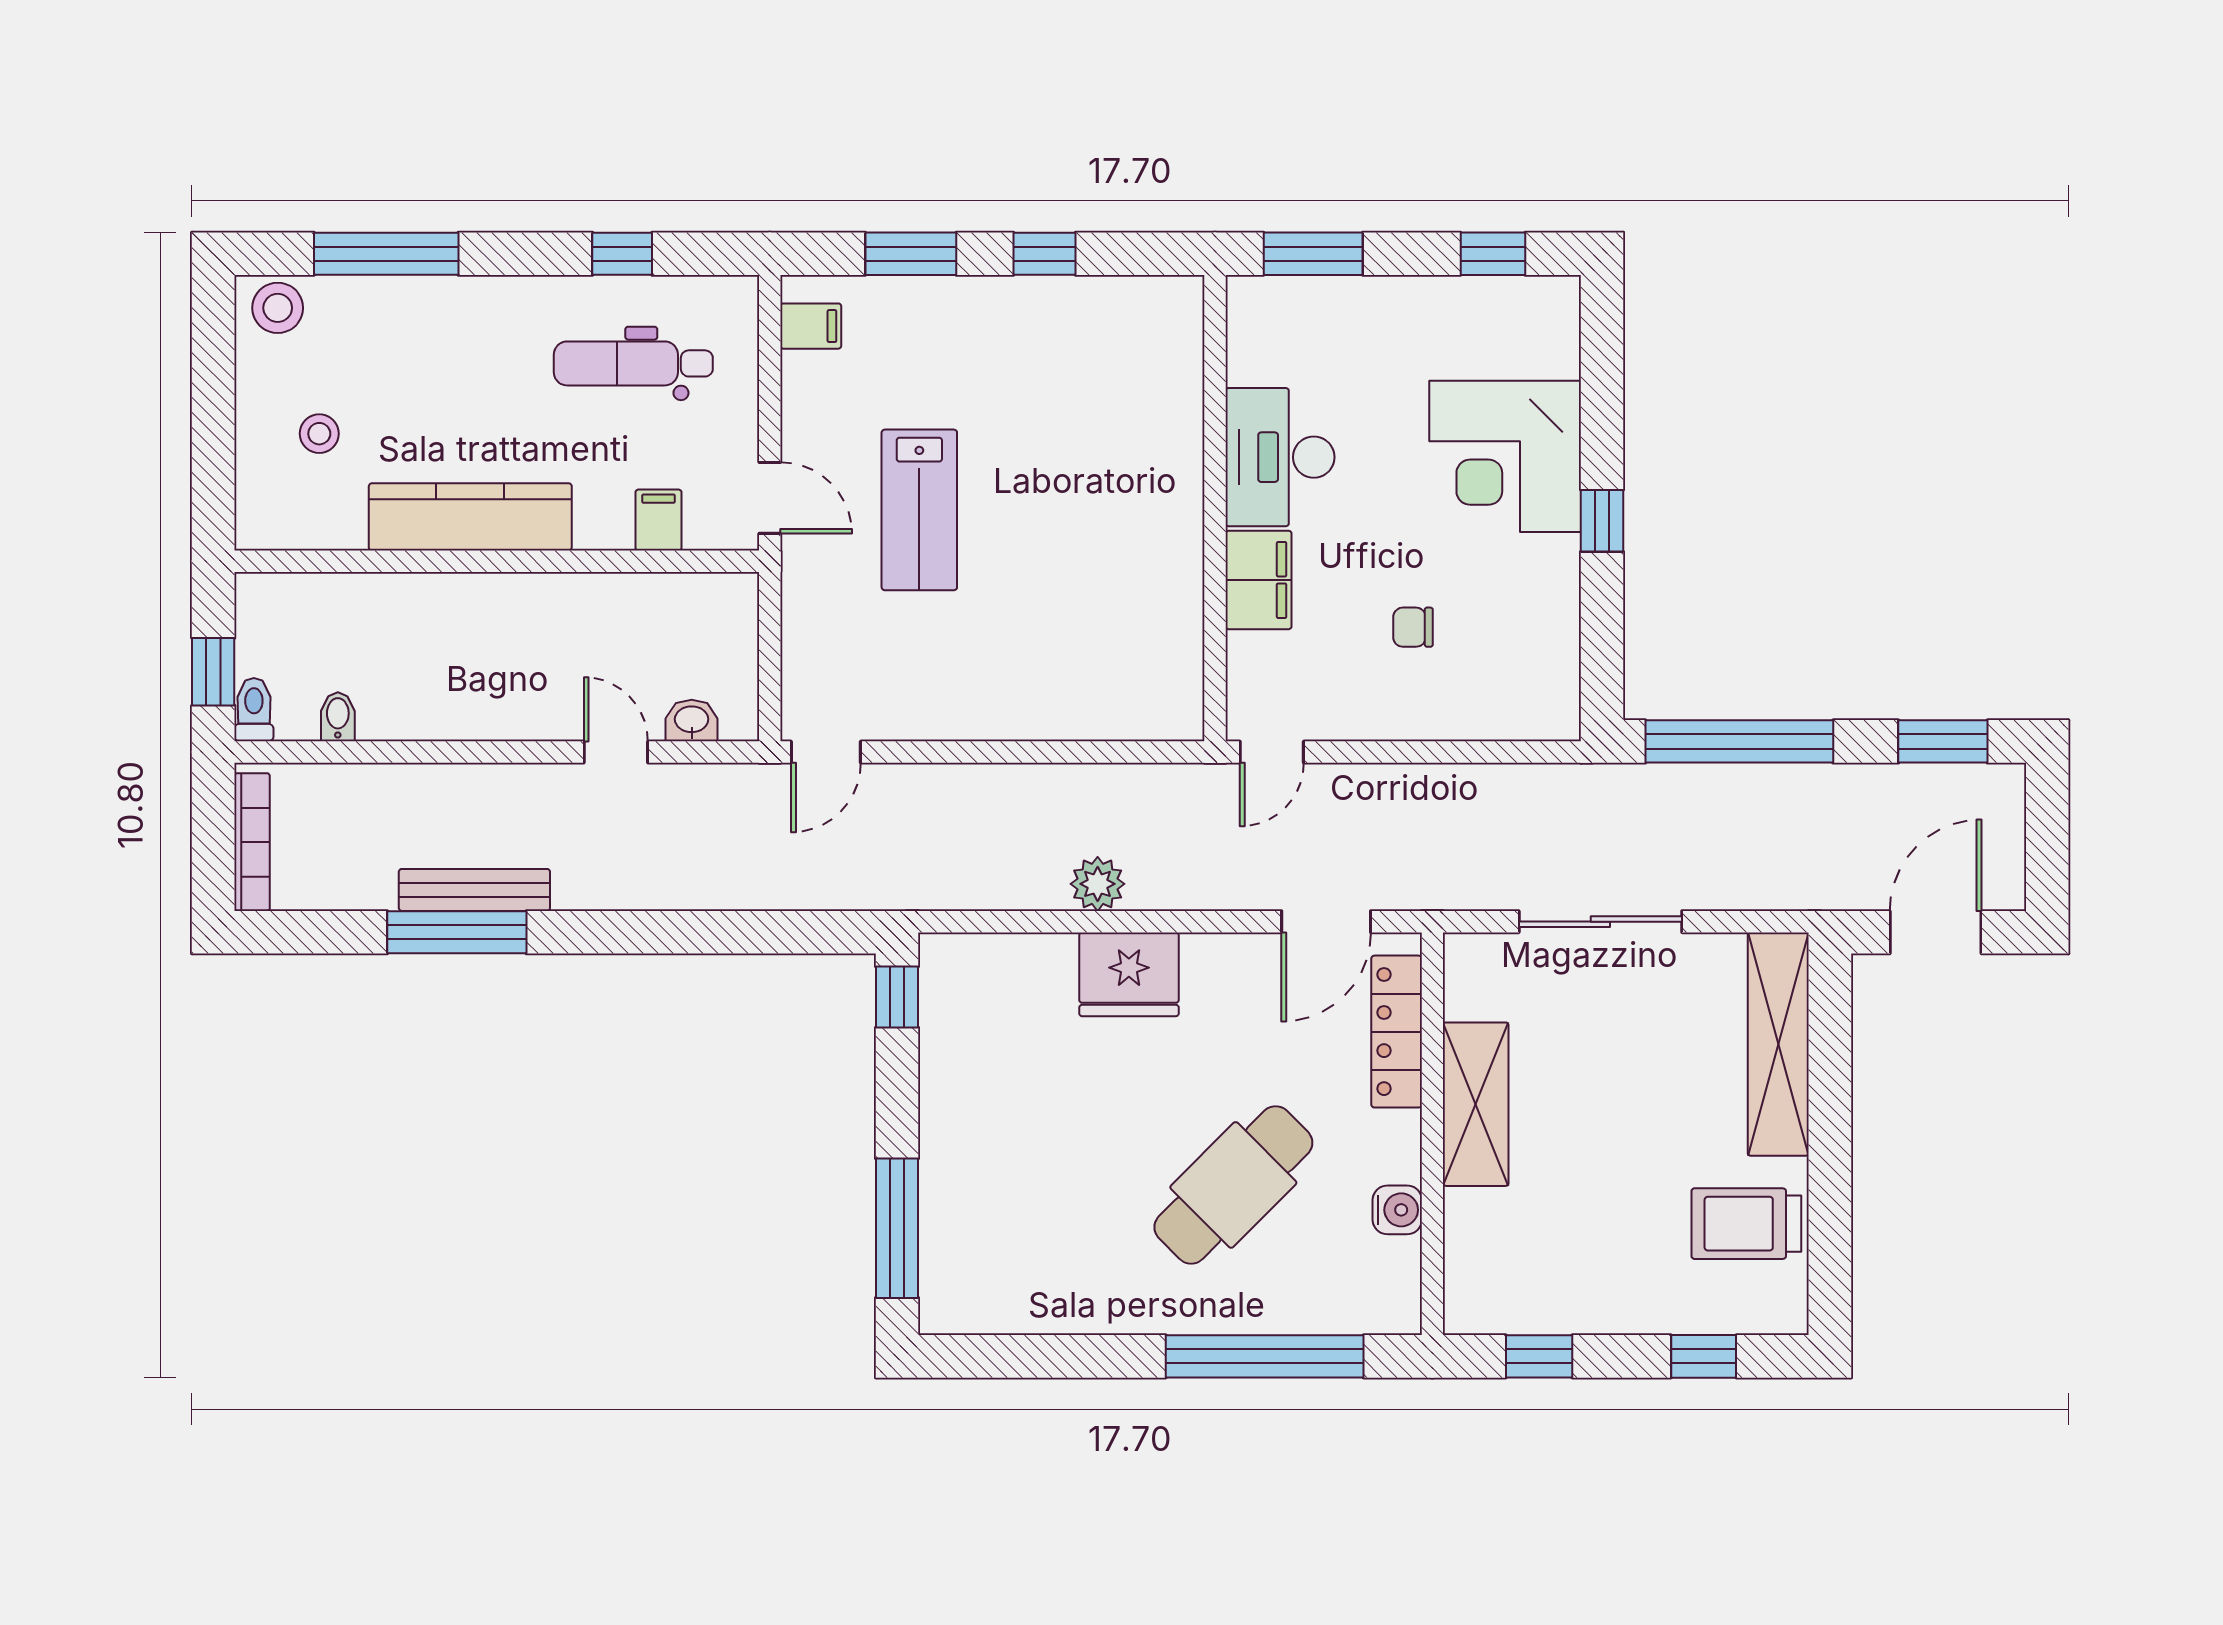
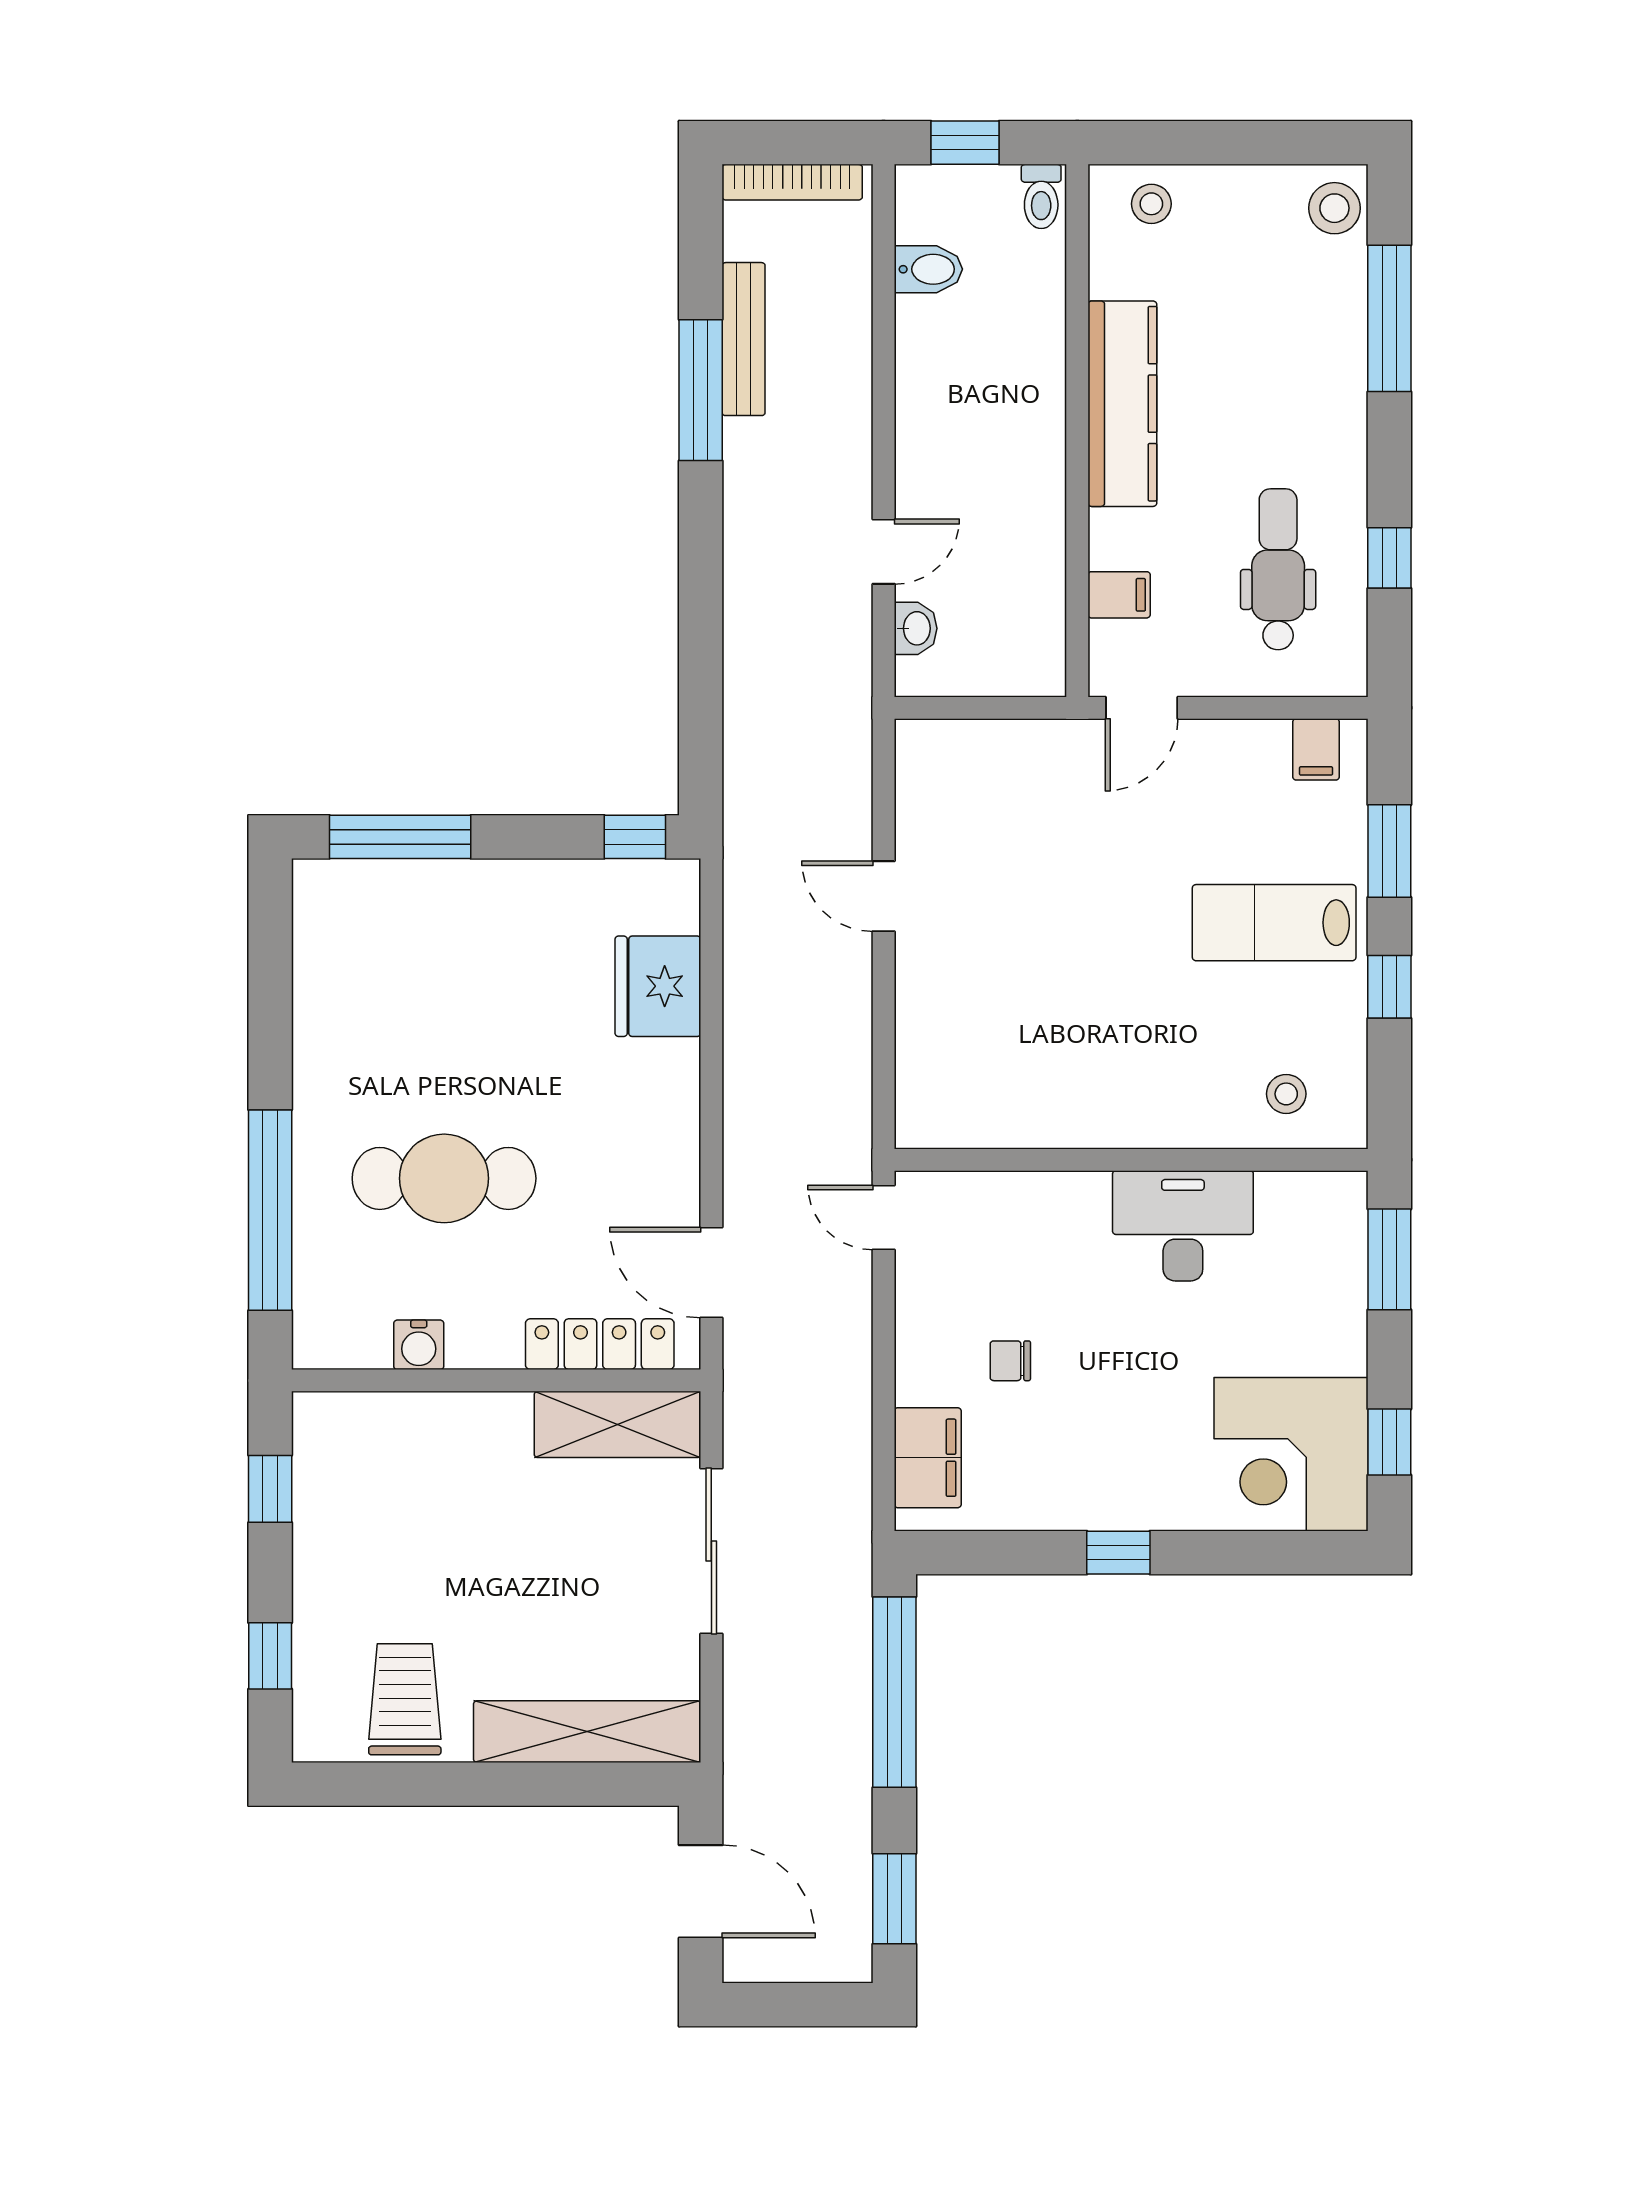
stool: (1150, 355) -> (1286, 1094), added
stool: (319, 434) -> (1151, 204), moved
corner desk: (1505, 456) -> (1291, 1454), moved, turned -90
lab bench: (919, 510) -> (1274, 923), moved
filing cabinet: (1259, 580) -> (928, 1458), moved, turned -90
chair: (1413, 627) -> (1010, 1361), turned -90
toilet: (254, 710) -> (1041, 196), moved, turned 90
bidet: (338, 717) -> (928, 269), width x1.38, depth x1.36
door: (826, 752) -> (884, 896), moved
plant: (1098, 884) -> (750, 1041), removed
bench: (474, 890) -> (744, 339), moved
fridge: (1129, 974) -> (658, 986), moved
shelving: (1476, 1104) -> (617, 1424), moved
cafe table: (1233, 1185) -> (444, 1178), turned -45

